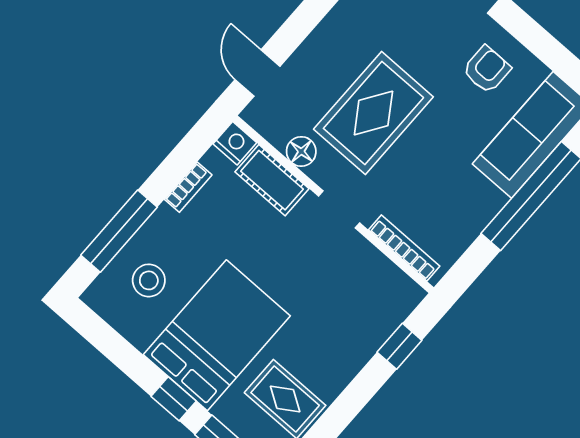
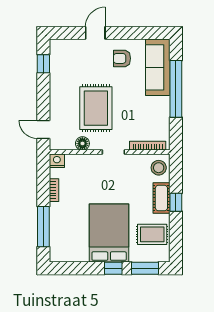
armchair: (487, 69) -> (122, 58), turned -90
cot: (272, 180) -> (161, 198), moved, turned 90
stool: (149, 280) -> (159, 168), moved
window: (399, 346) -> (176, 202), moved

